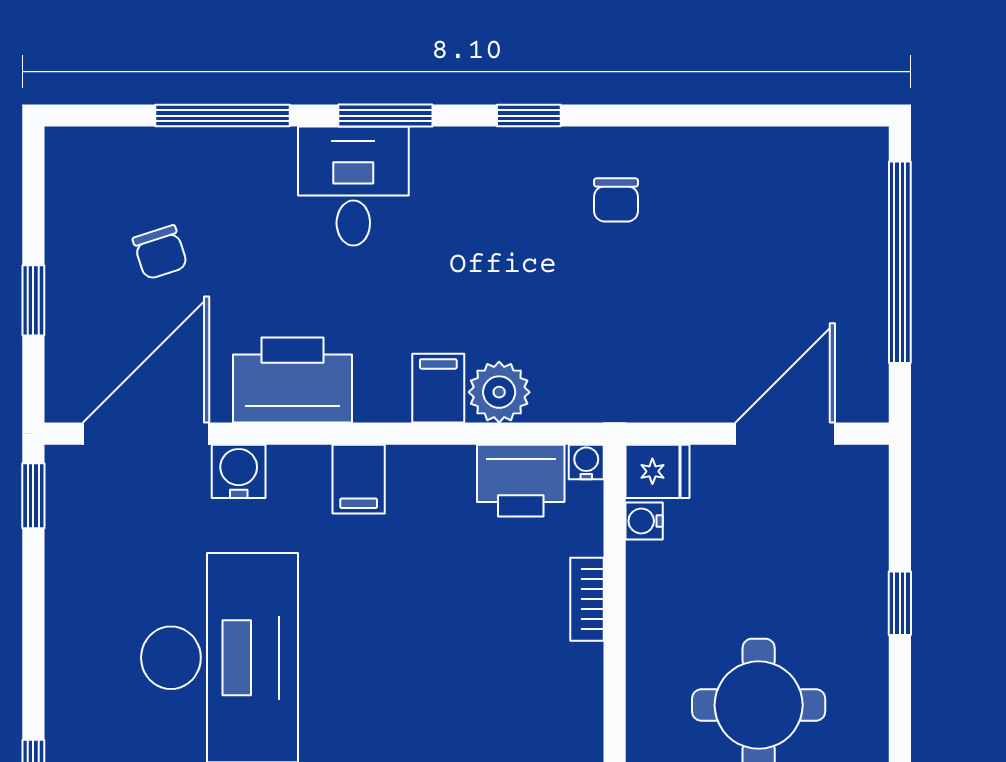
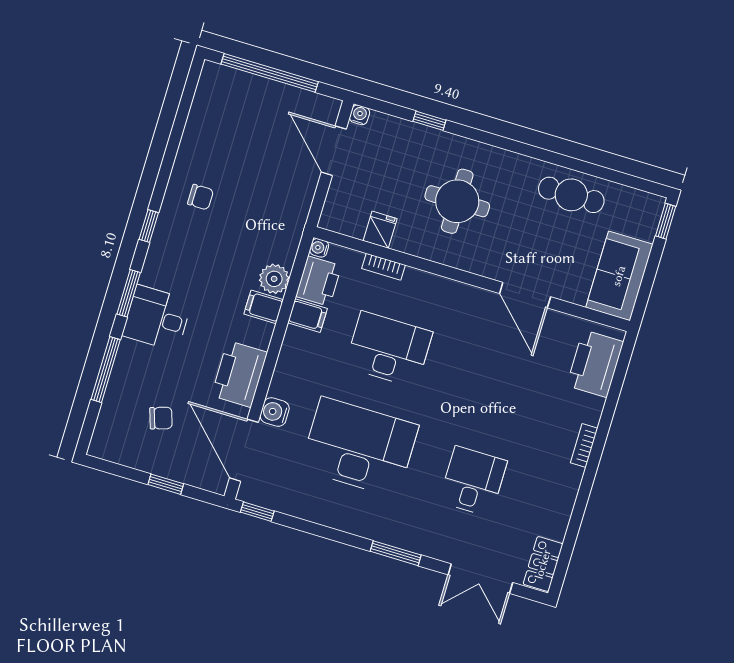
fridge: (658, 471) -> (380, 230), moved
filing cabinet: (359, 479) -> (308, 316), moved
water cooler: (644, 521) -> (360, 115), moved, turned 180
desk: (429, 658) -> (389, 349), added

